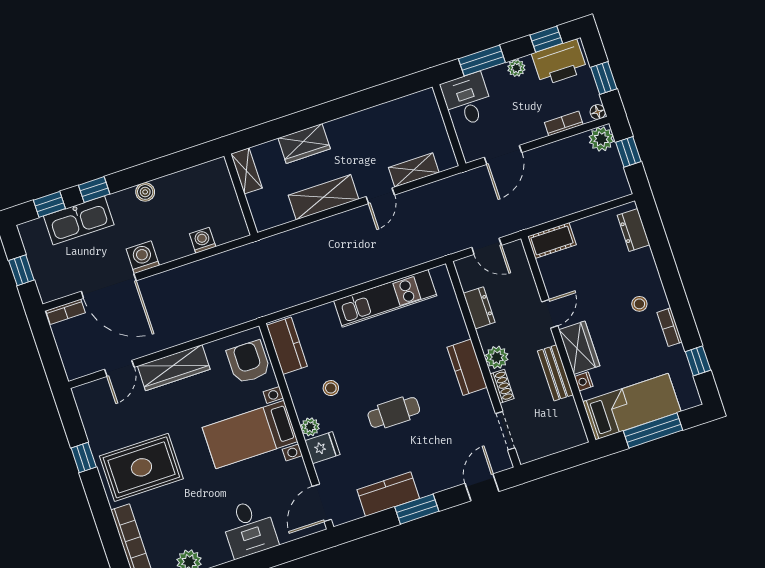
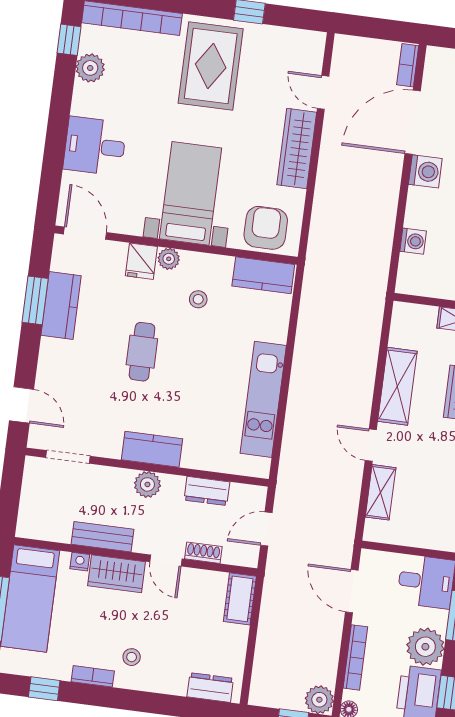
plant: (516, 68) -> (425, 647), width x1.87, depth x1.87
bookcase: (564, 123) -> (355, 657), width x1.56
armchair: (248, 362) -> (266, 228), turned -90
shoe rack: (502, 386) -> (203, 553), moved, turned 180
window: (417, 509) -> (35, 300), moved

